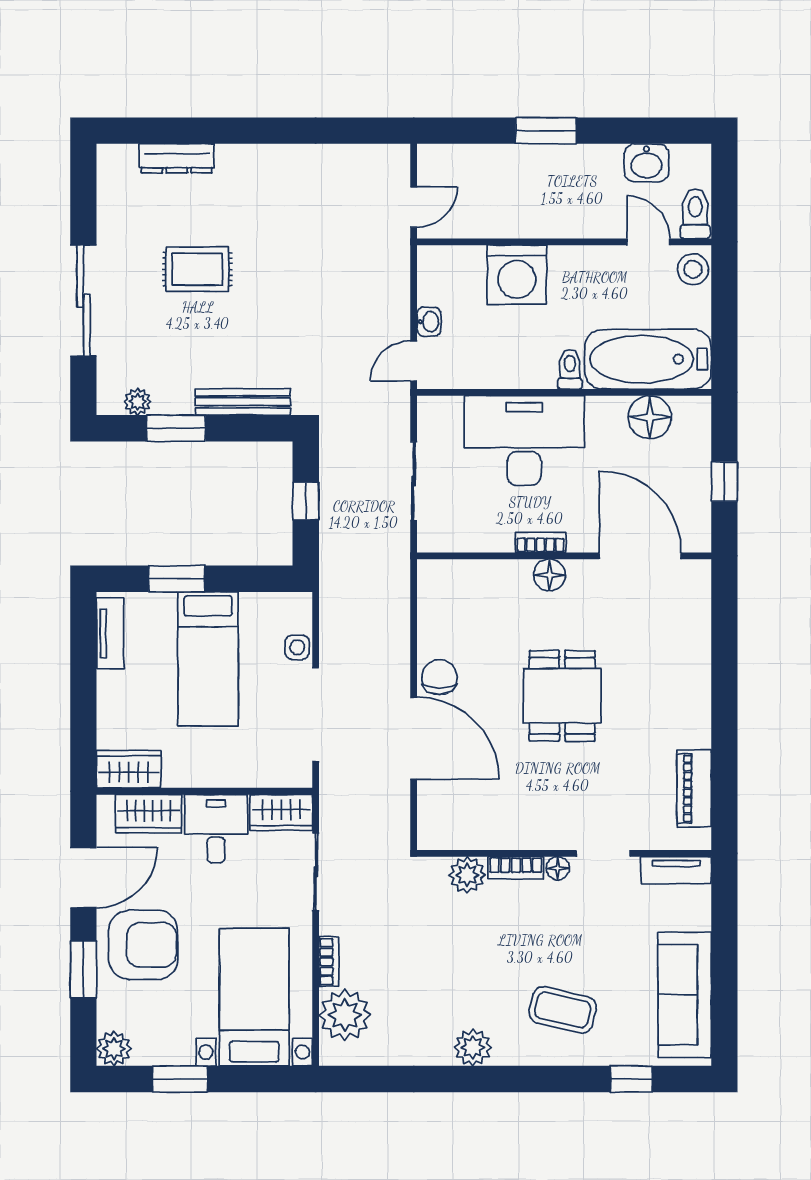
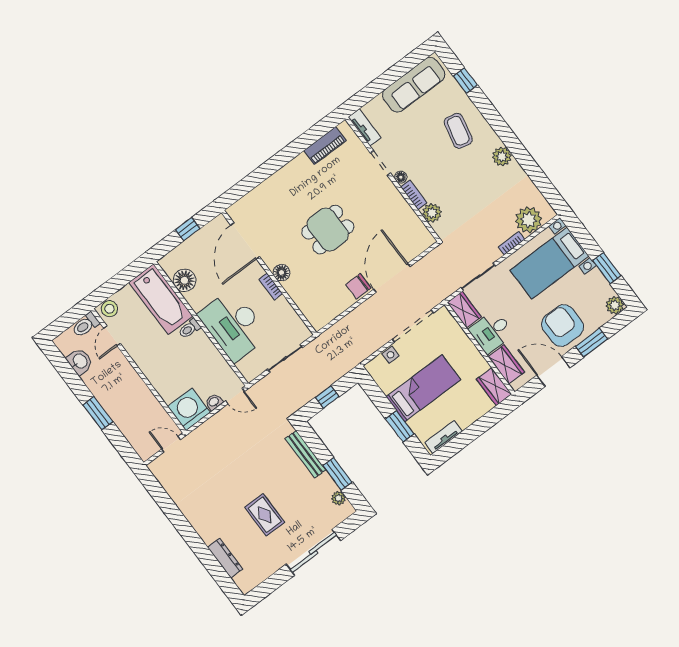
washing machine: (517, 275) -> (189, 409), moved, turned -90

